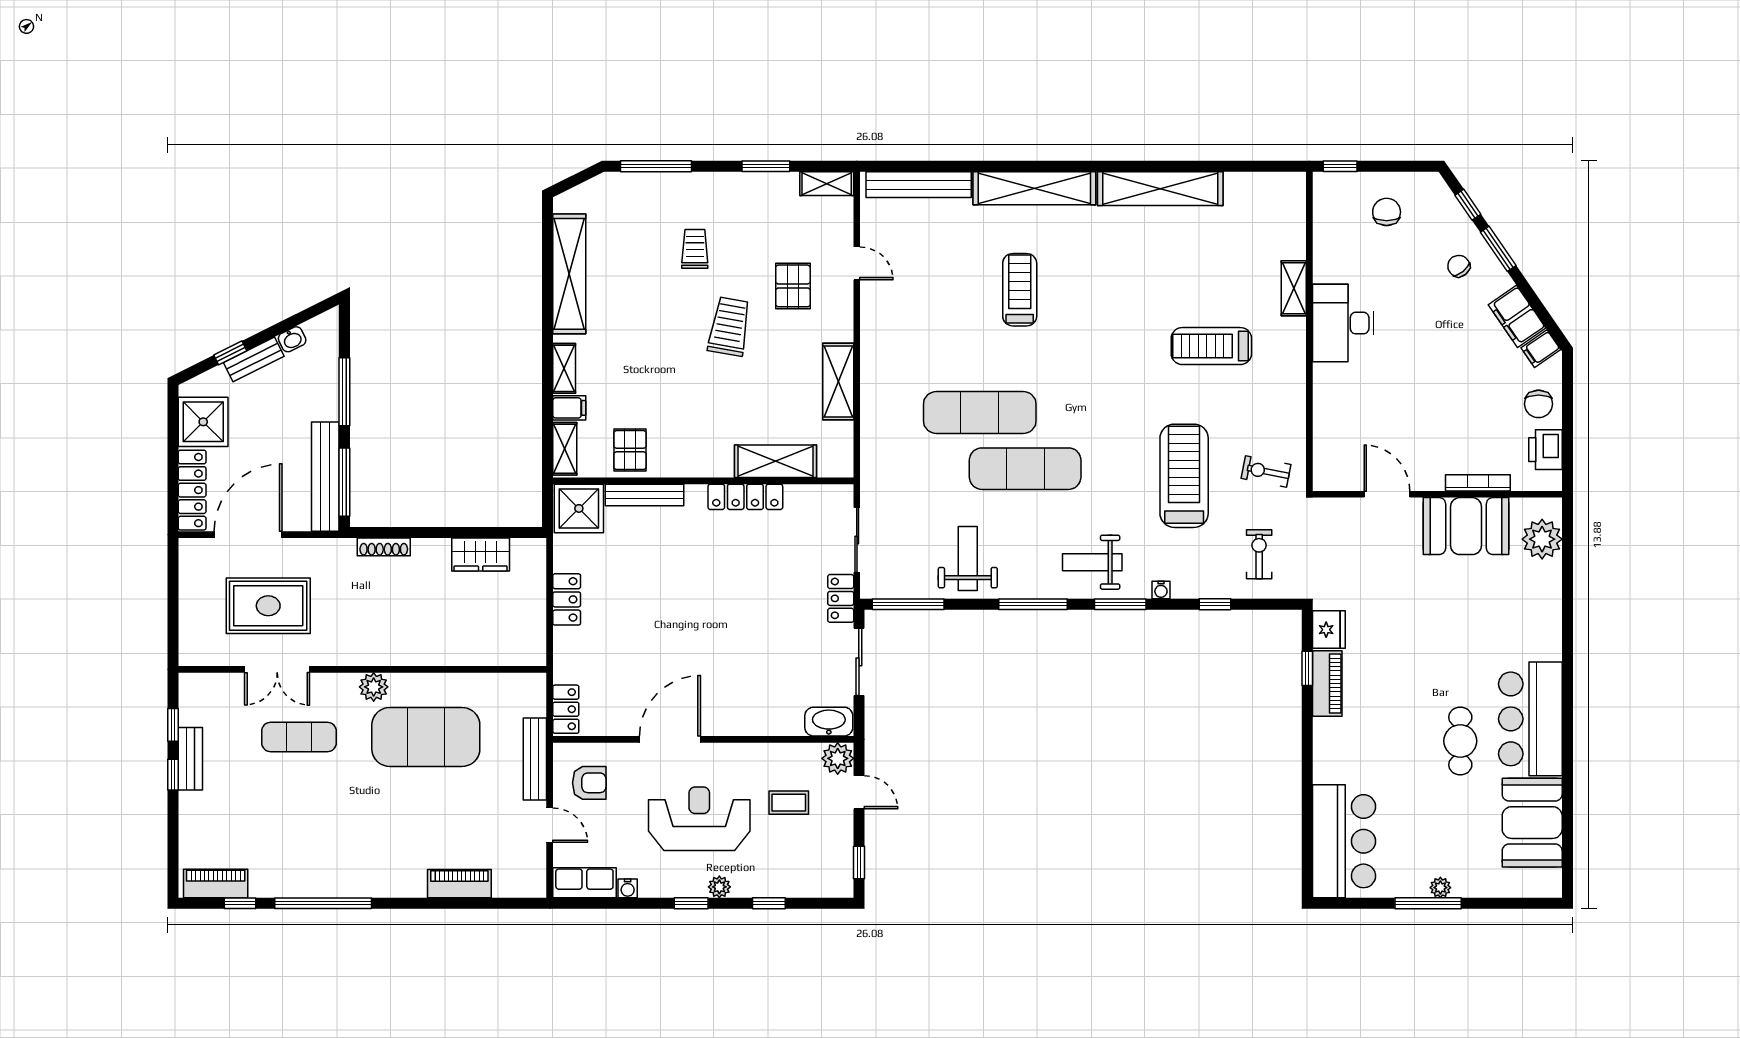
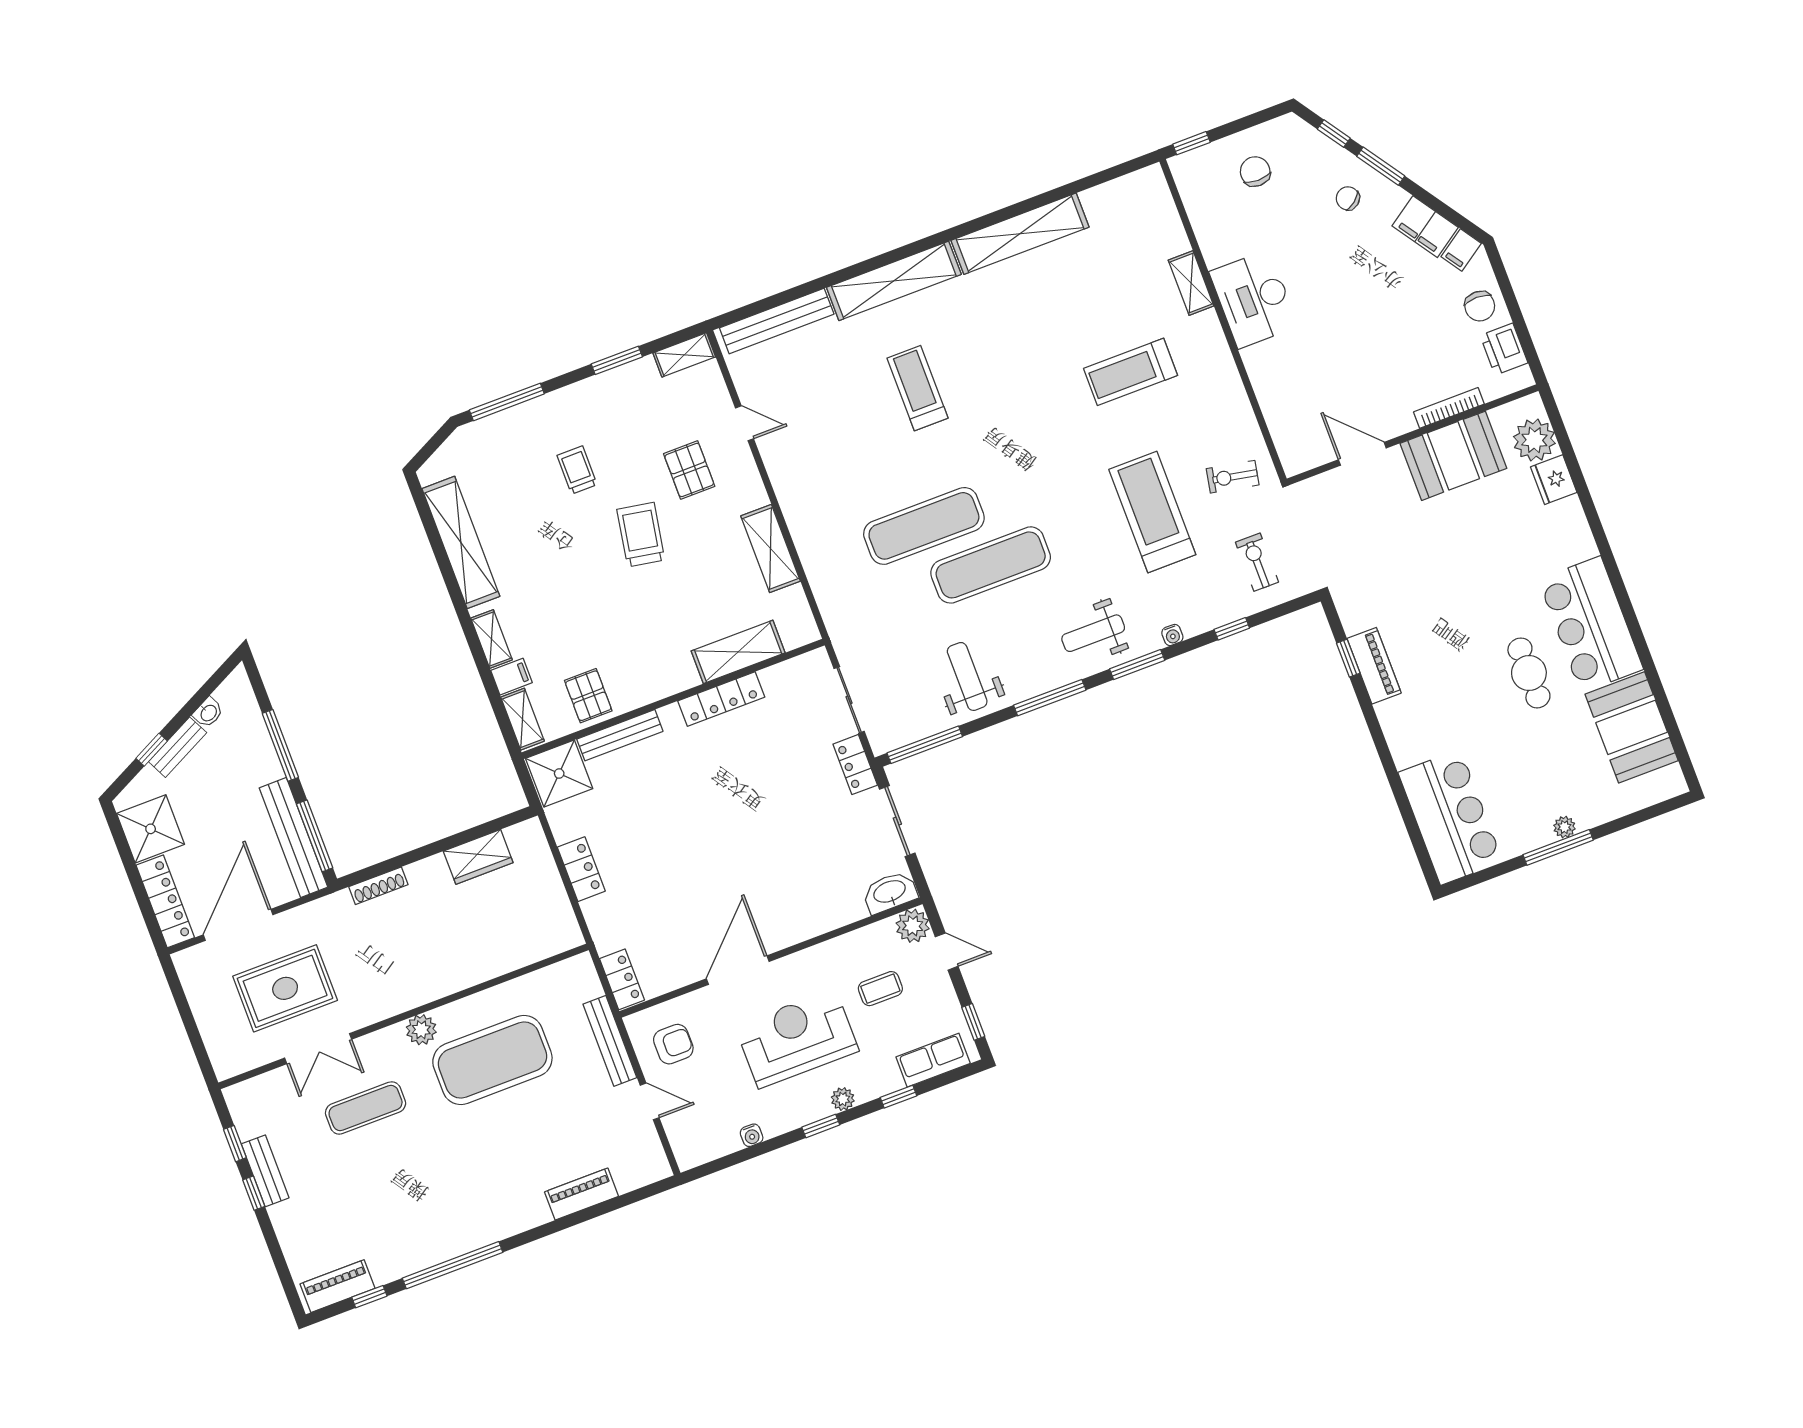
fridge: (1329, 630) -> (1554, 480), moved, turned 180
row of seats: (584, 883) -> (933, 1060), moved

